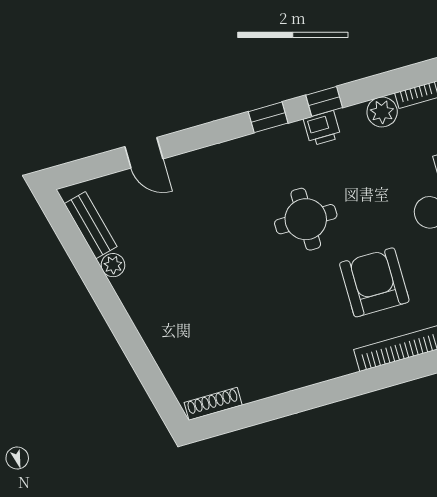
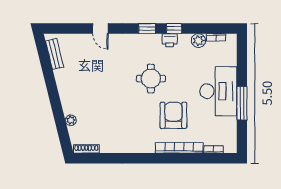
door: (144, 153) -> (100, 28), moved
plant: (113, 265) -> (71, 120), moved

